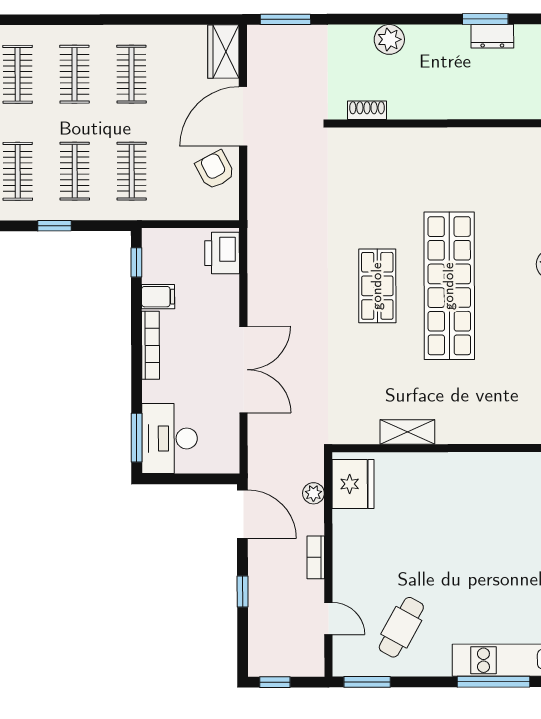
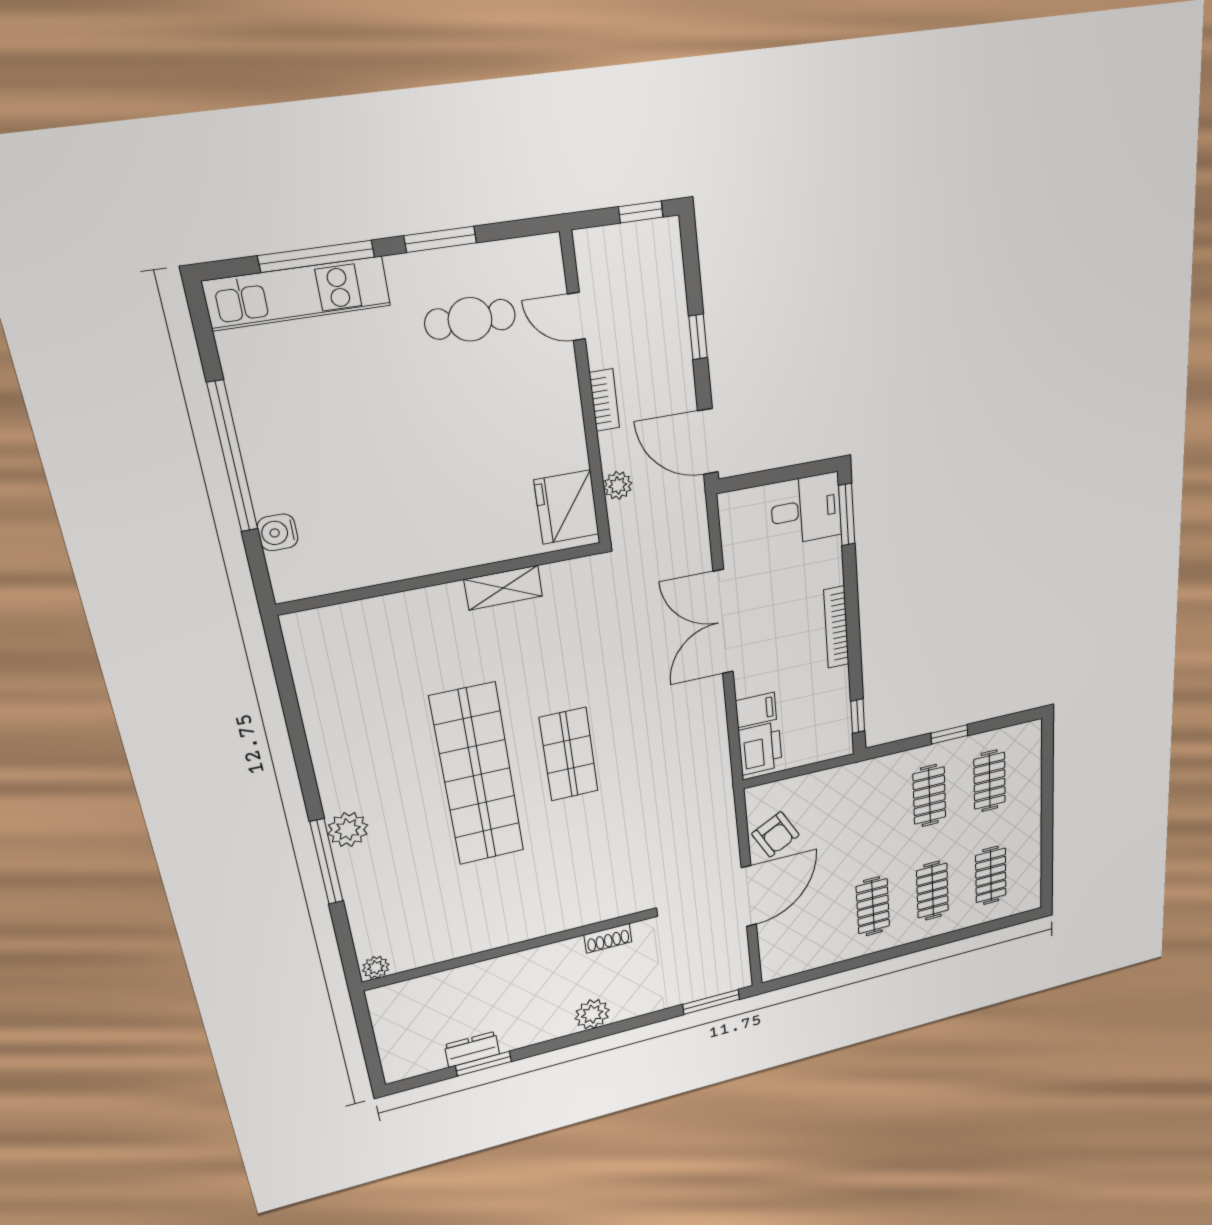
wardrobe: (223, 51) -> (776, 954), removed
clothes rail: (132, 171) -> (868, 811), removed
filing cabinet: (158, 297) -> (756, 710), moved, turned 180
desk: (170, 438) -> (806, 509), width x0.73
cafe table: (401, 627) -> (470, 319), turned 61
window: (367, 682) -> (440, 239), moved

